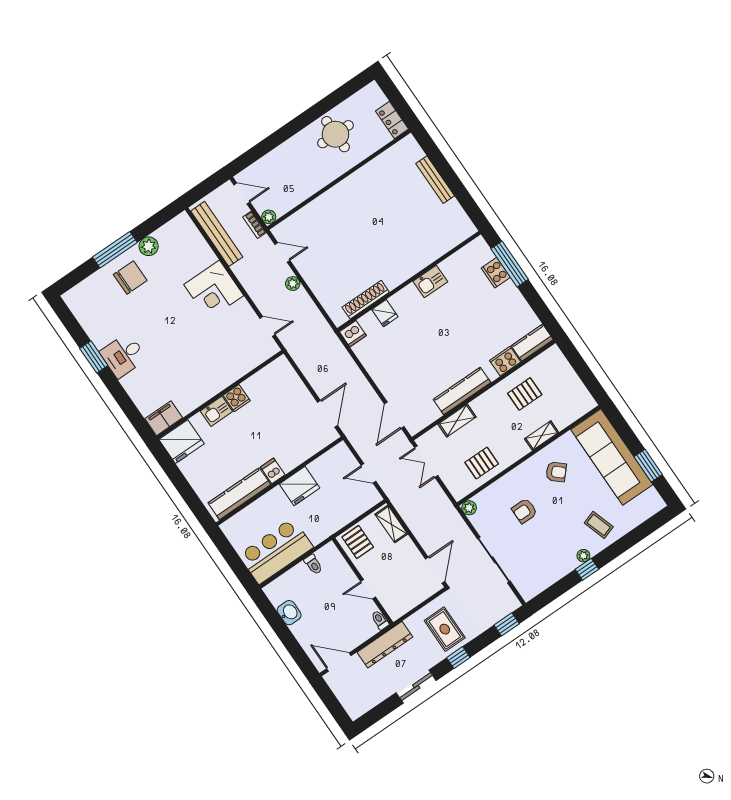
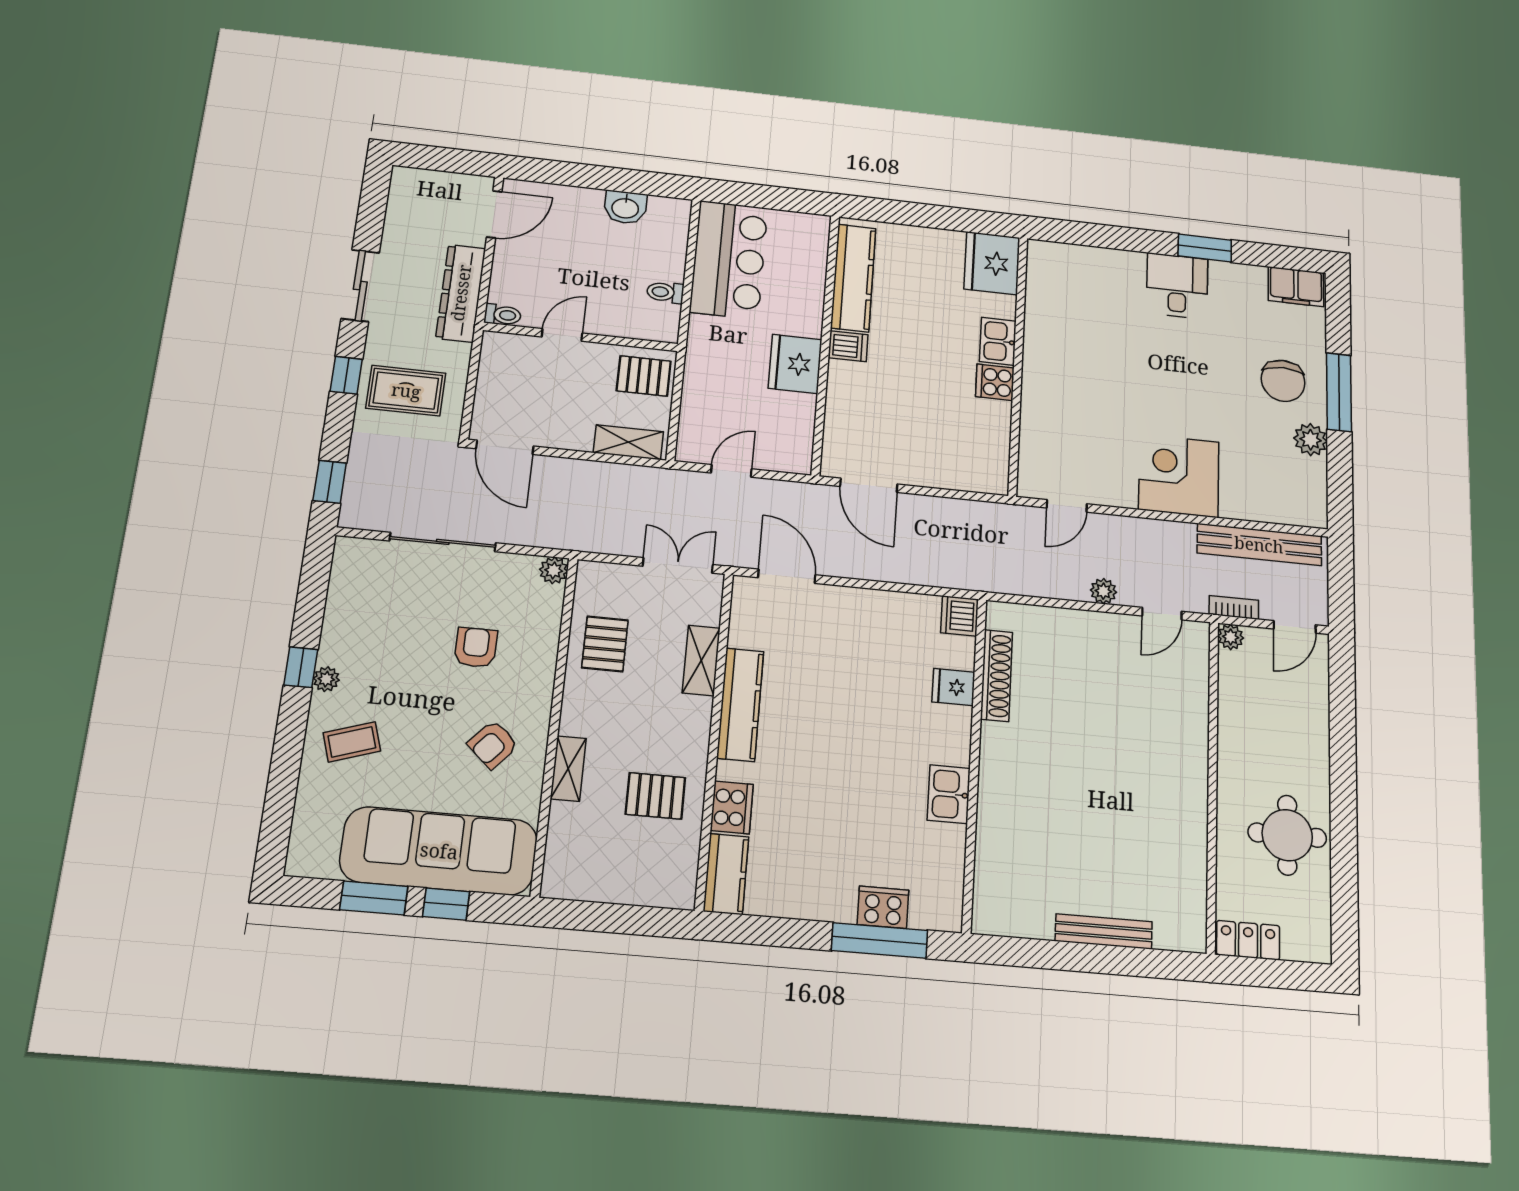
pallet: (525, 394) -> (655, 796), turned 90
filing cabinet: (164, 418) -> (1296, 287), moved, turned 90
window: (629, 437) -> (446, 904), added

